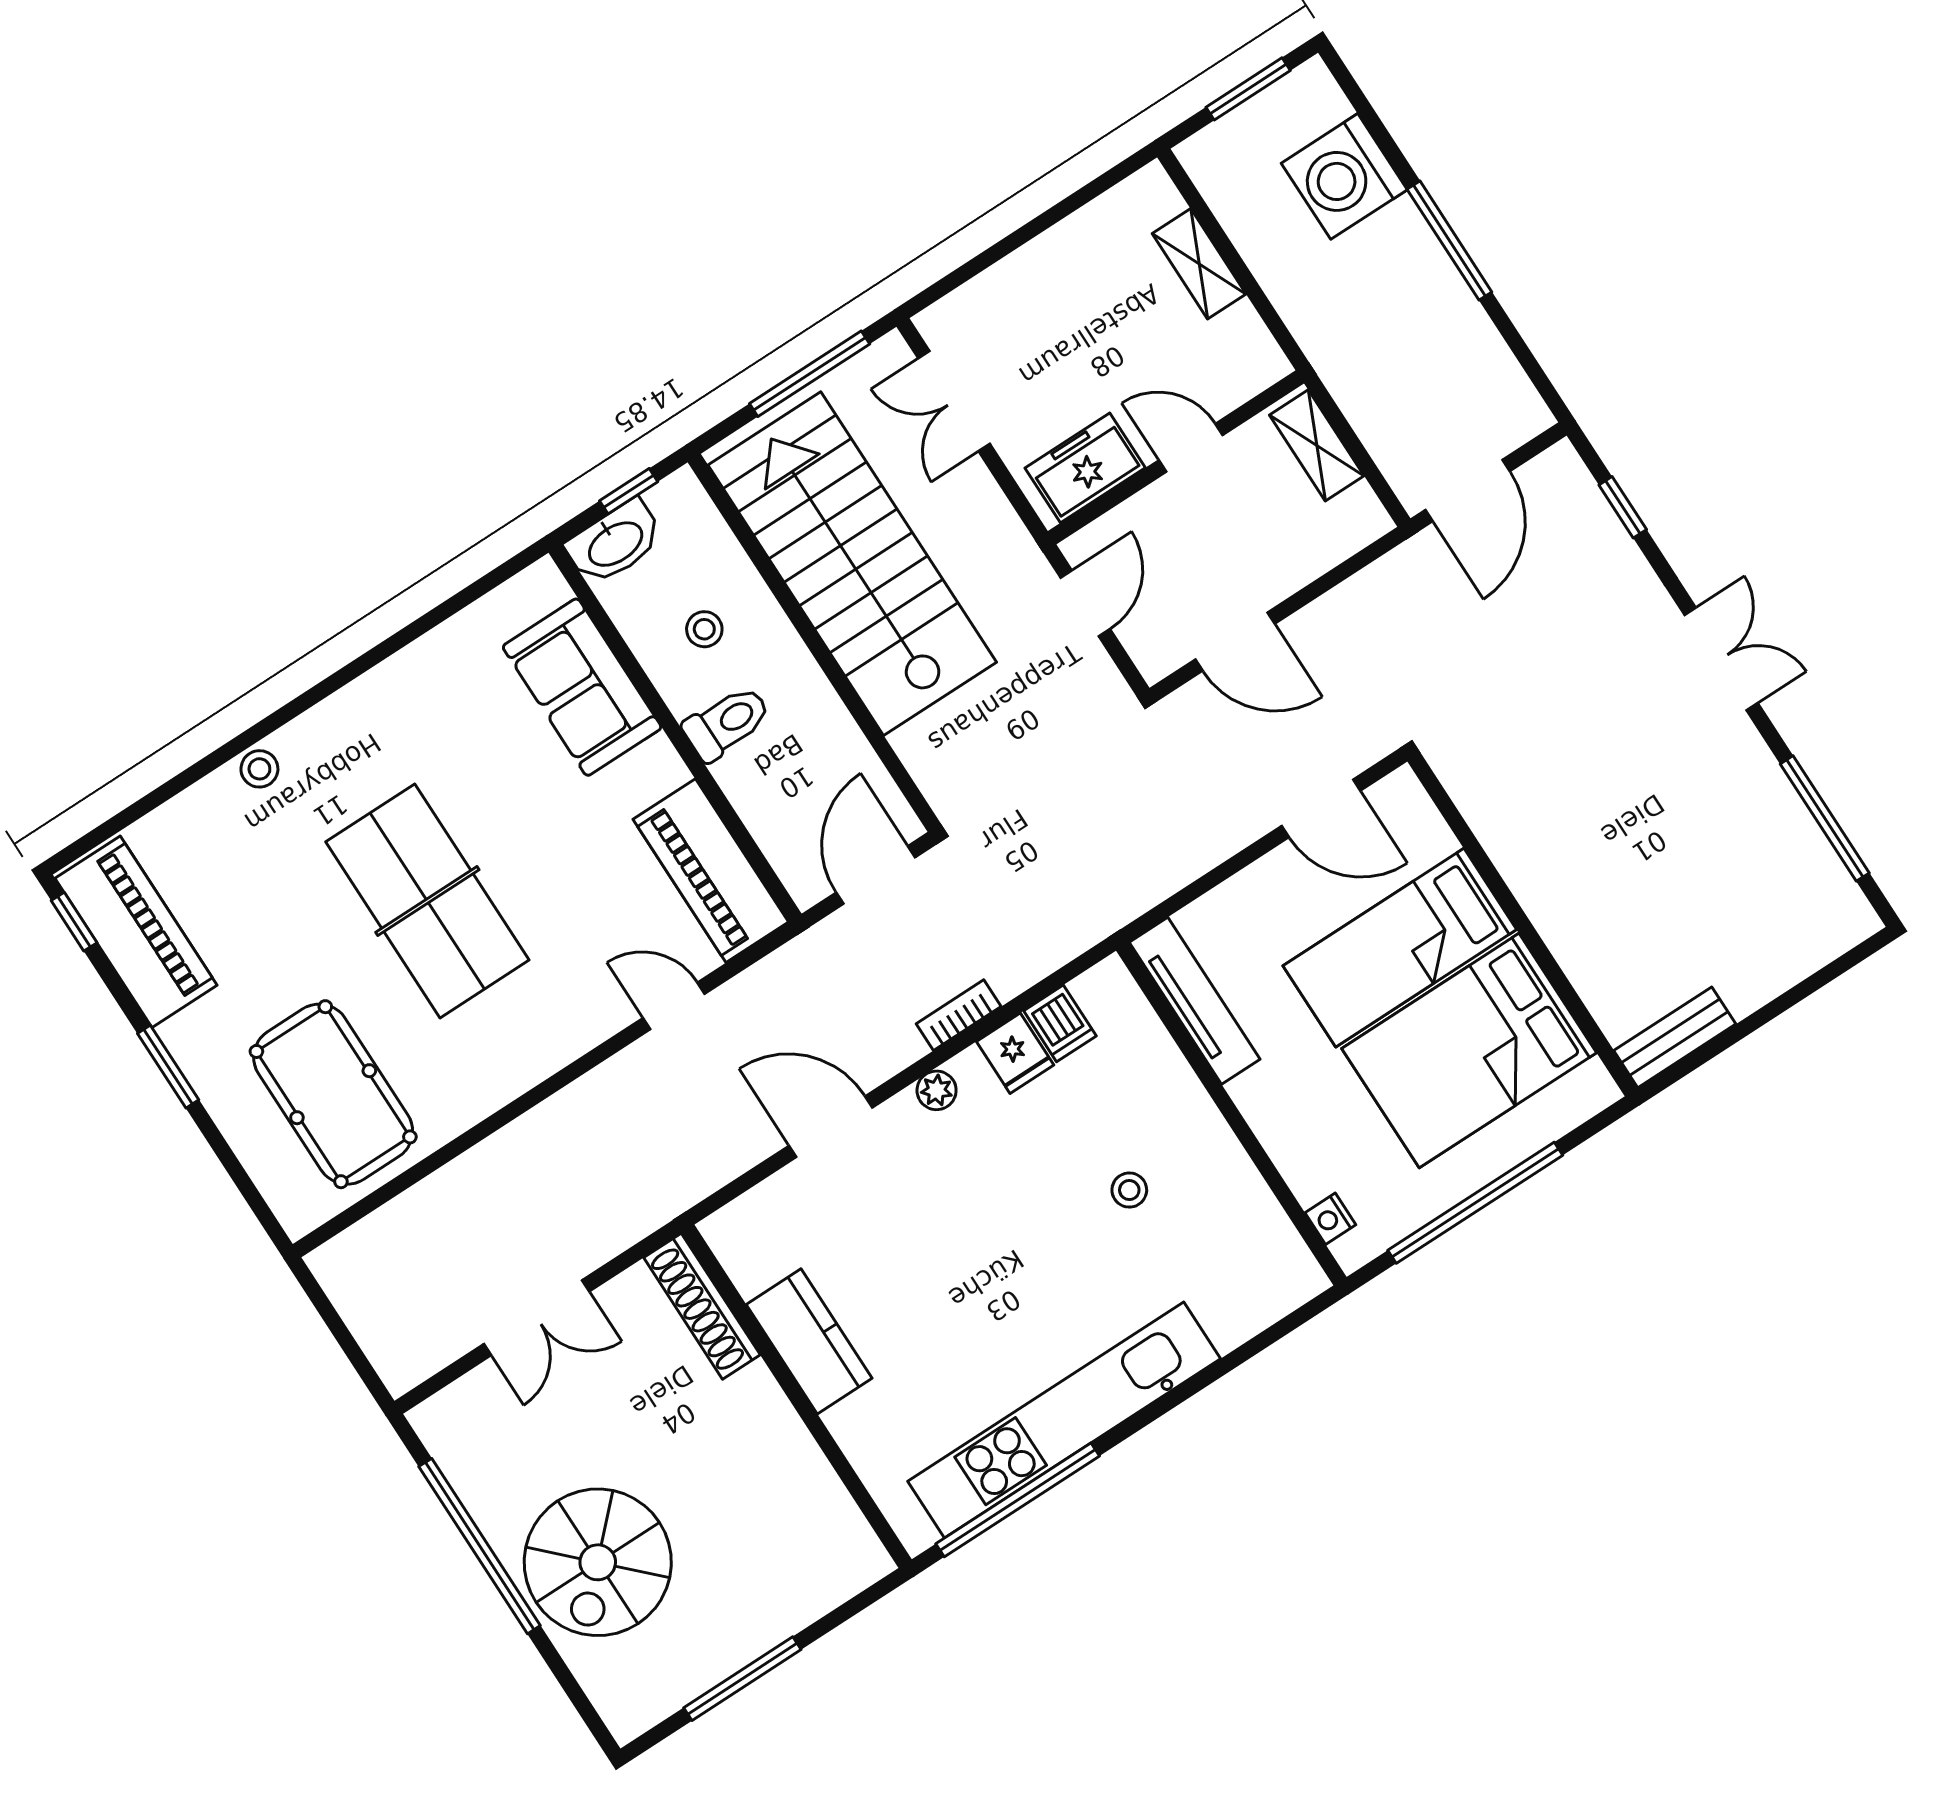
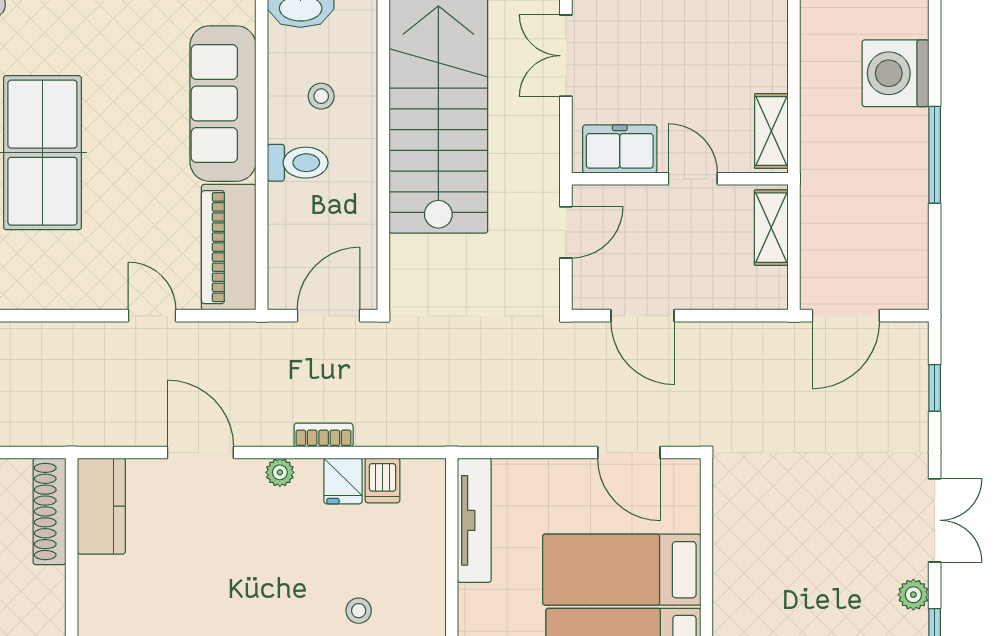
shelving: (1199, 264) -> (771, 131), moved
sofa: (582, 687) -> (223, 104), width x1.36
plant: (1752, 760) -> (913, 595), added
kitchen counter: (809, 1341) -> (101, 506), moved

